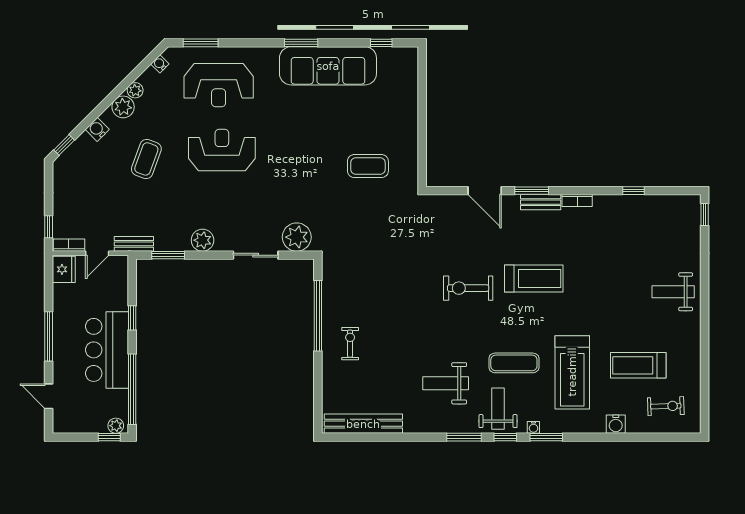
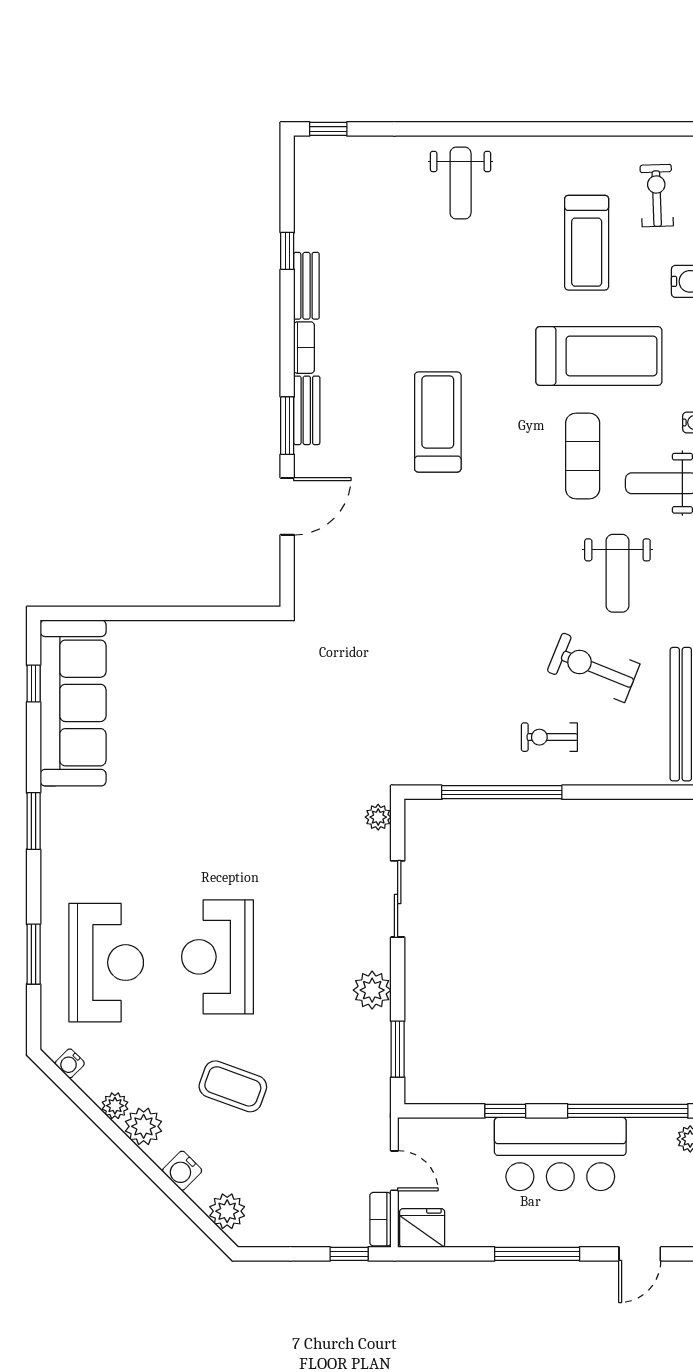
window: (201, 43) -> (34, 954), moved
sofa: (328, 66) -> (73, 703), moved
window: (64, 145) -> (209, 1227), removed
plant: (74, 156) -> (227, 1211), added
coffee table: (368, 166) -> (245, 706), removed
plant: (297, 237) -> (378, 817), width x0.53, depth x0.53
bench: (134, 244) -> (306, 286), moved
exercise bike: (468, 288) -> (593, 668), moved, turned 112

